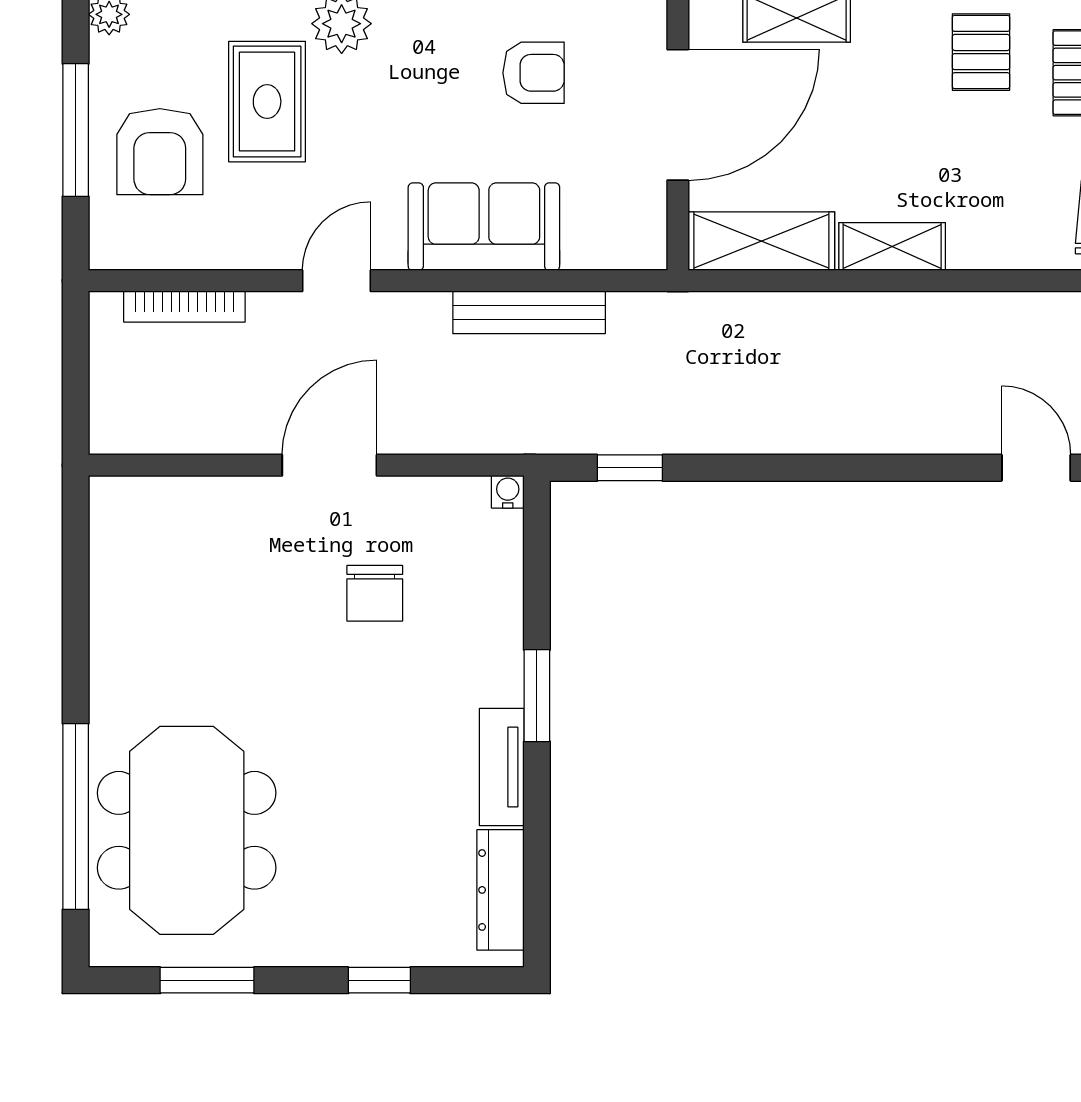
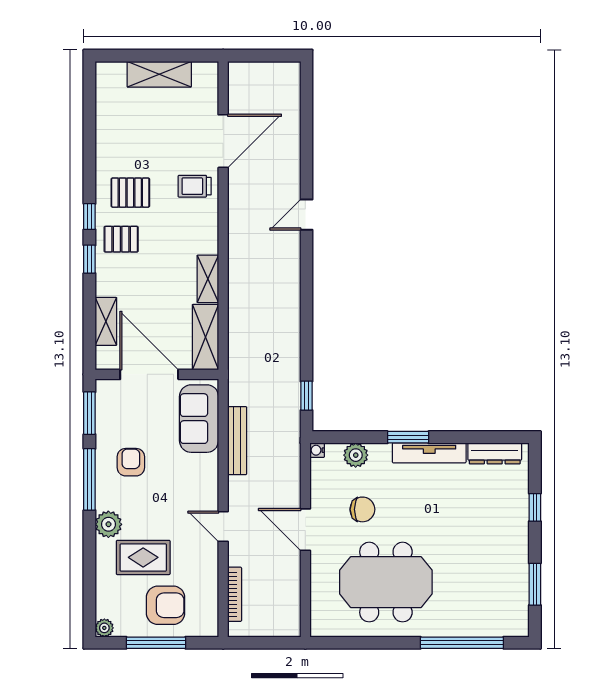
armchair: (534, 73) -> (131, 462), moved
sofa: (484, 227) -> (199, 419), moved
plant: (497, 578) -> (356, 455), added
tv unit: (502, 767) -> (429, 453), width x1.41
meeting table: (187, 830) -> (386, 582), moved

